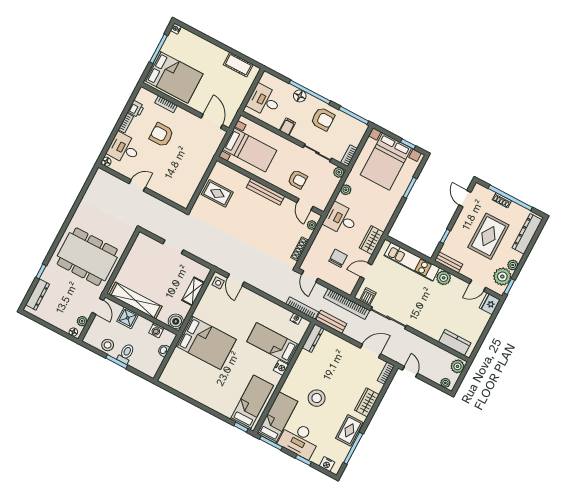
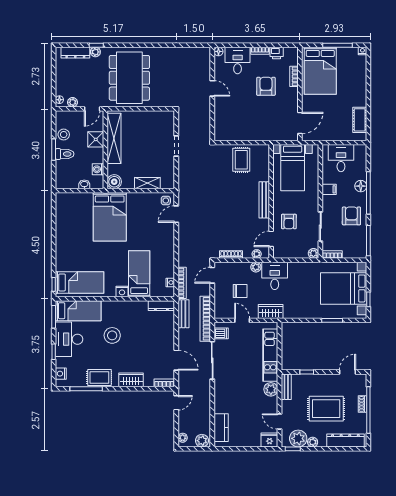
armchair: (323, 119) -> (351, 216), turned 180
plant: (346, 190) -> (256, 267), moved
plant: (47, 276) -> (95, 52), added

